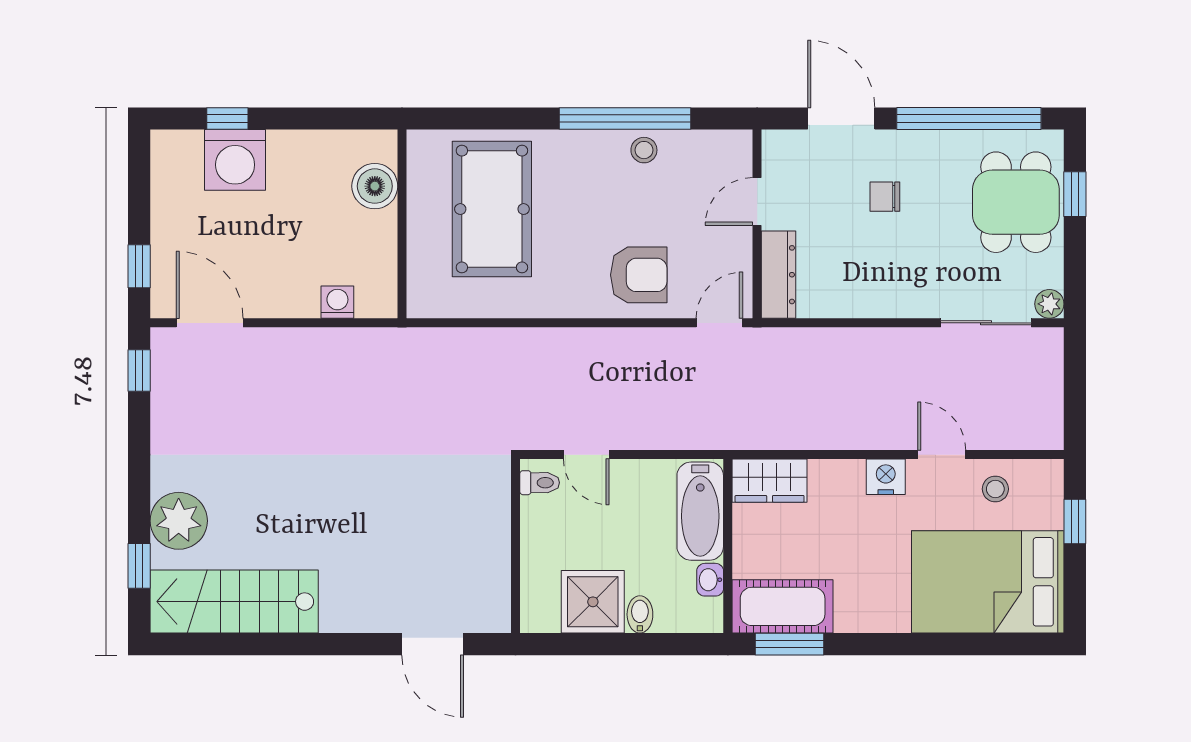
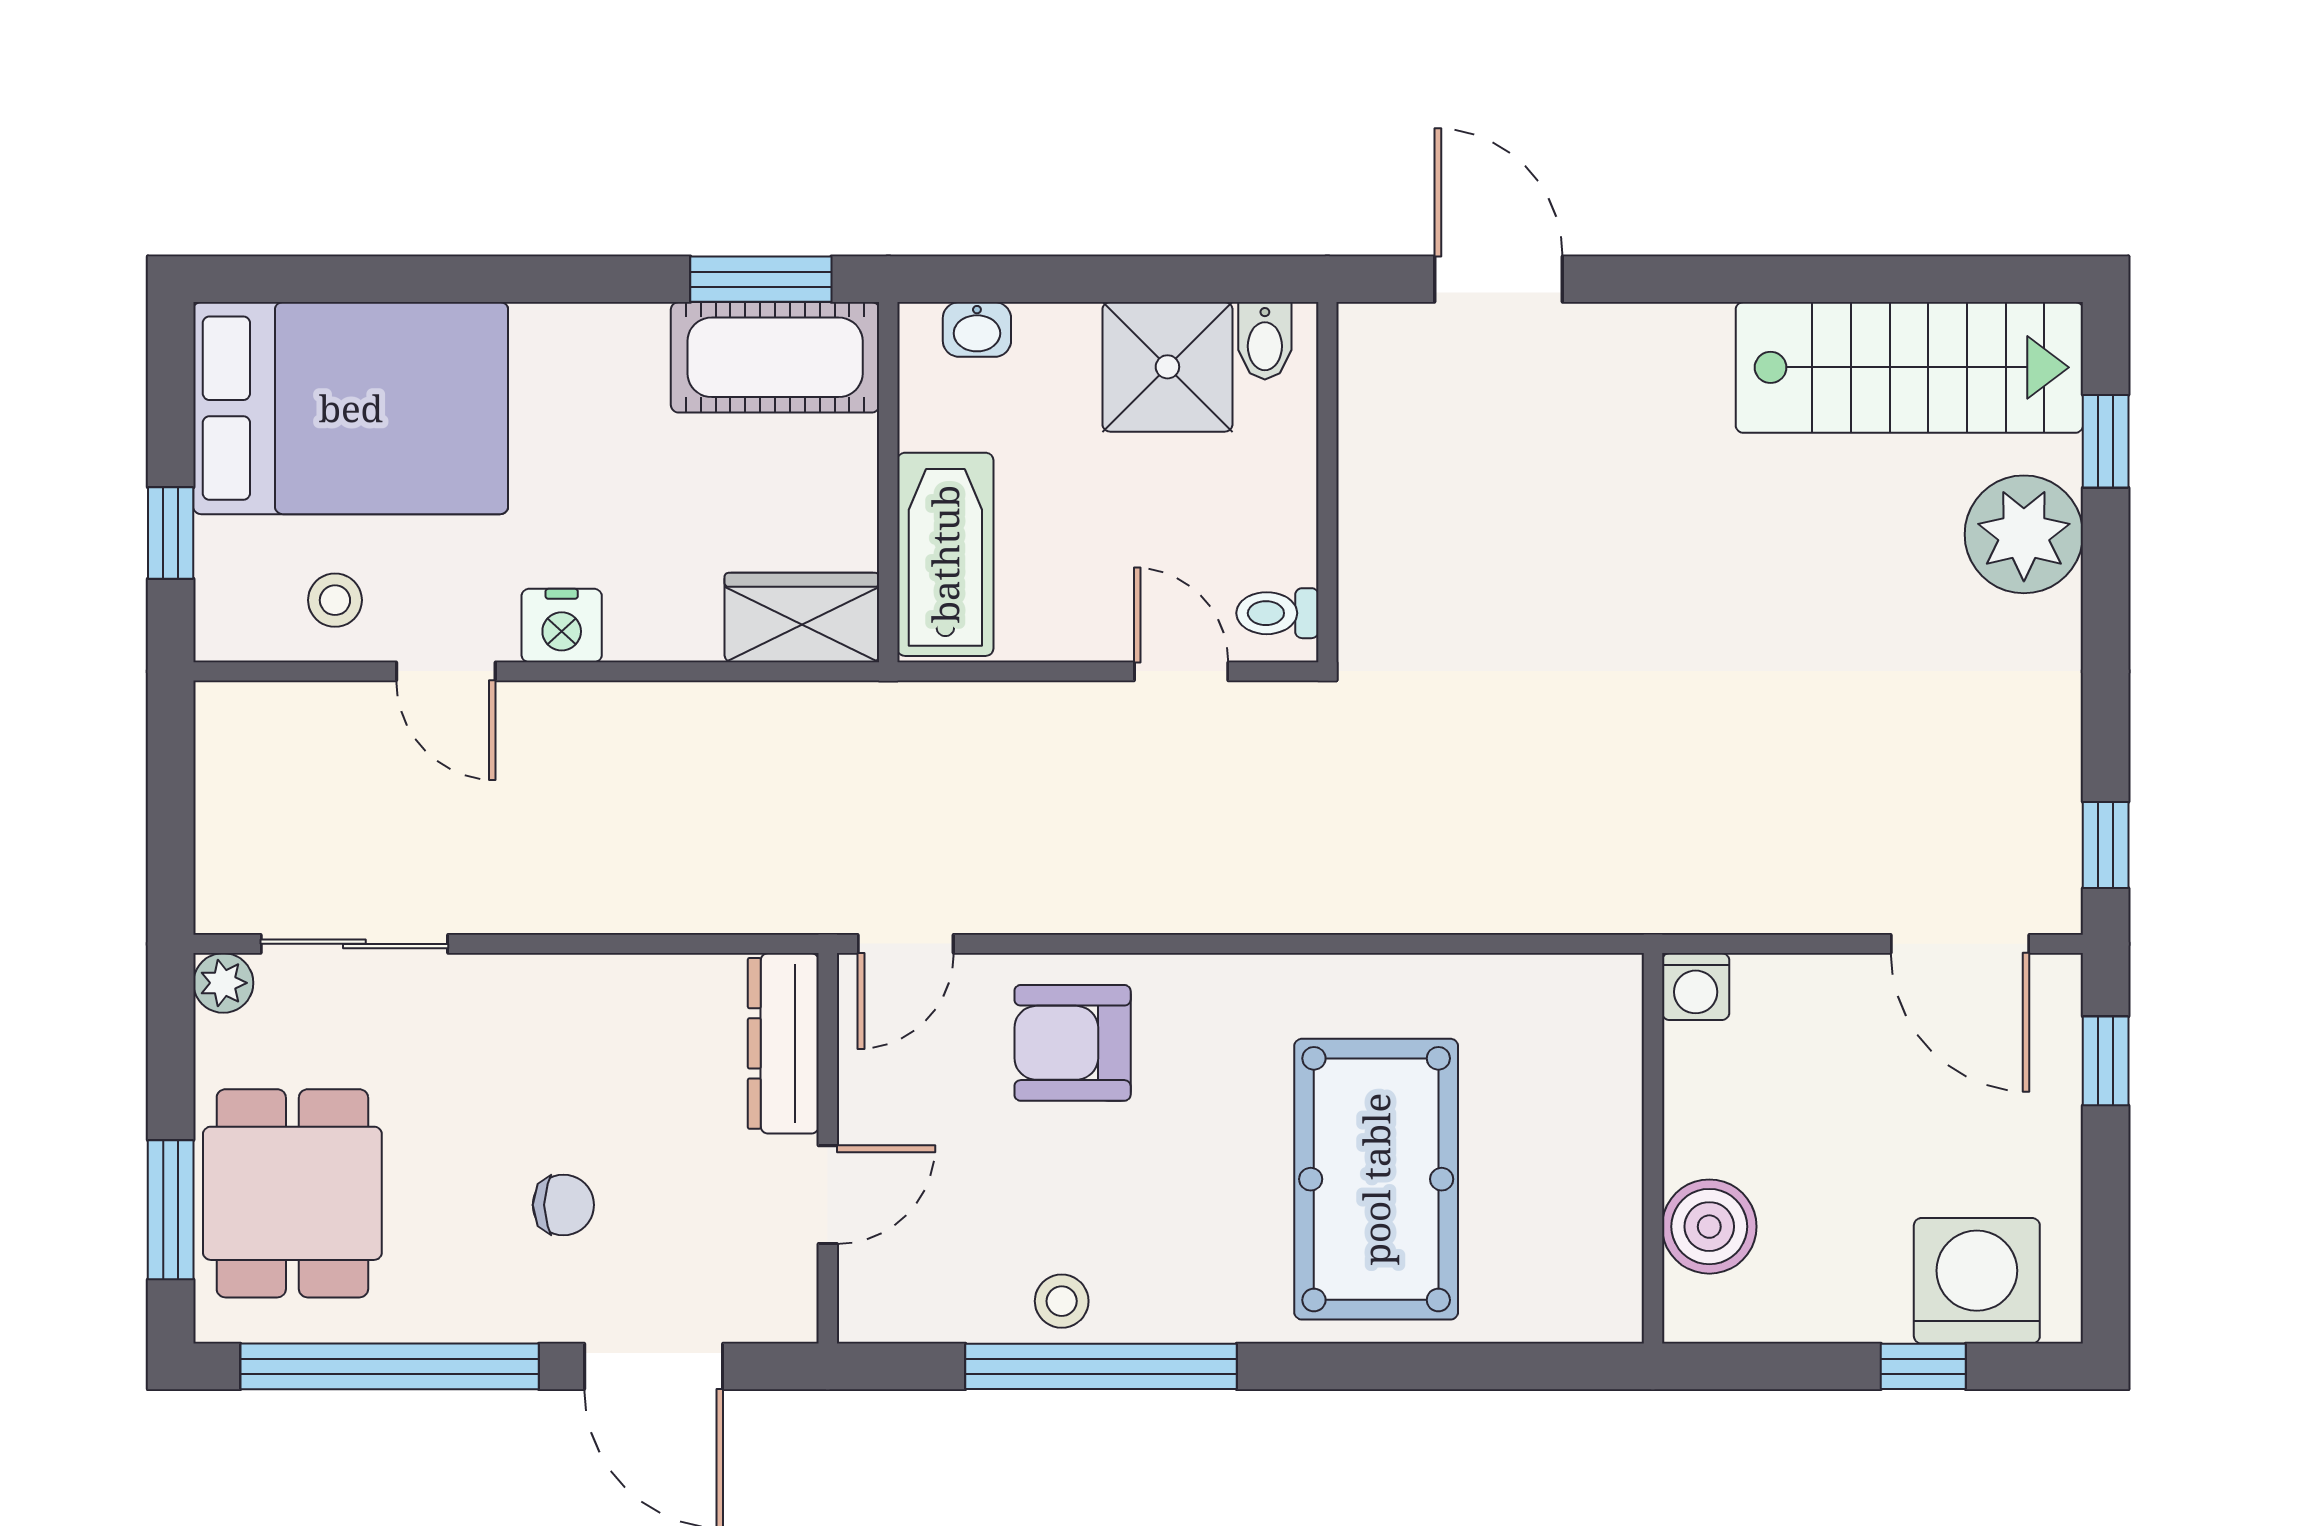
washing machine: (235, 160) -> (1977, 1281), moved
boiler: (375, 186) -> (1709, 1227), moved
window: (1075, 194) -> (171, 1210), width x1.50
wall: (402, 224) -> (1653, 1148), moved
washbasin: (710, 580) -> (977, 329), moved, turned 90
bidet: (640, 614) -> (1265, 341), moved

